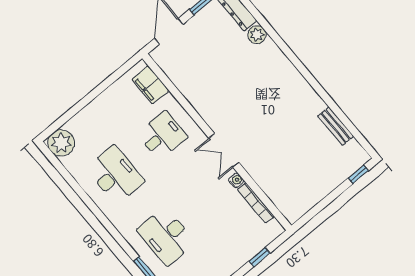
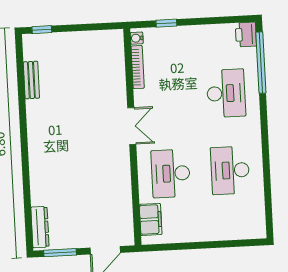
plant: (257, 35) -> (39, 196), removed
desk: (162, 135) -> (171, 173), width x1.37
plant: (61, 143) -> (253, 226), removed
water cooler: (236, 180) -> (137, 38), moved

